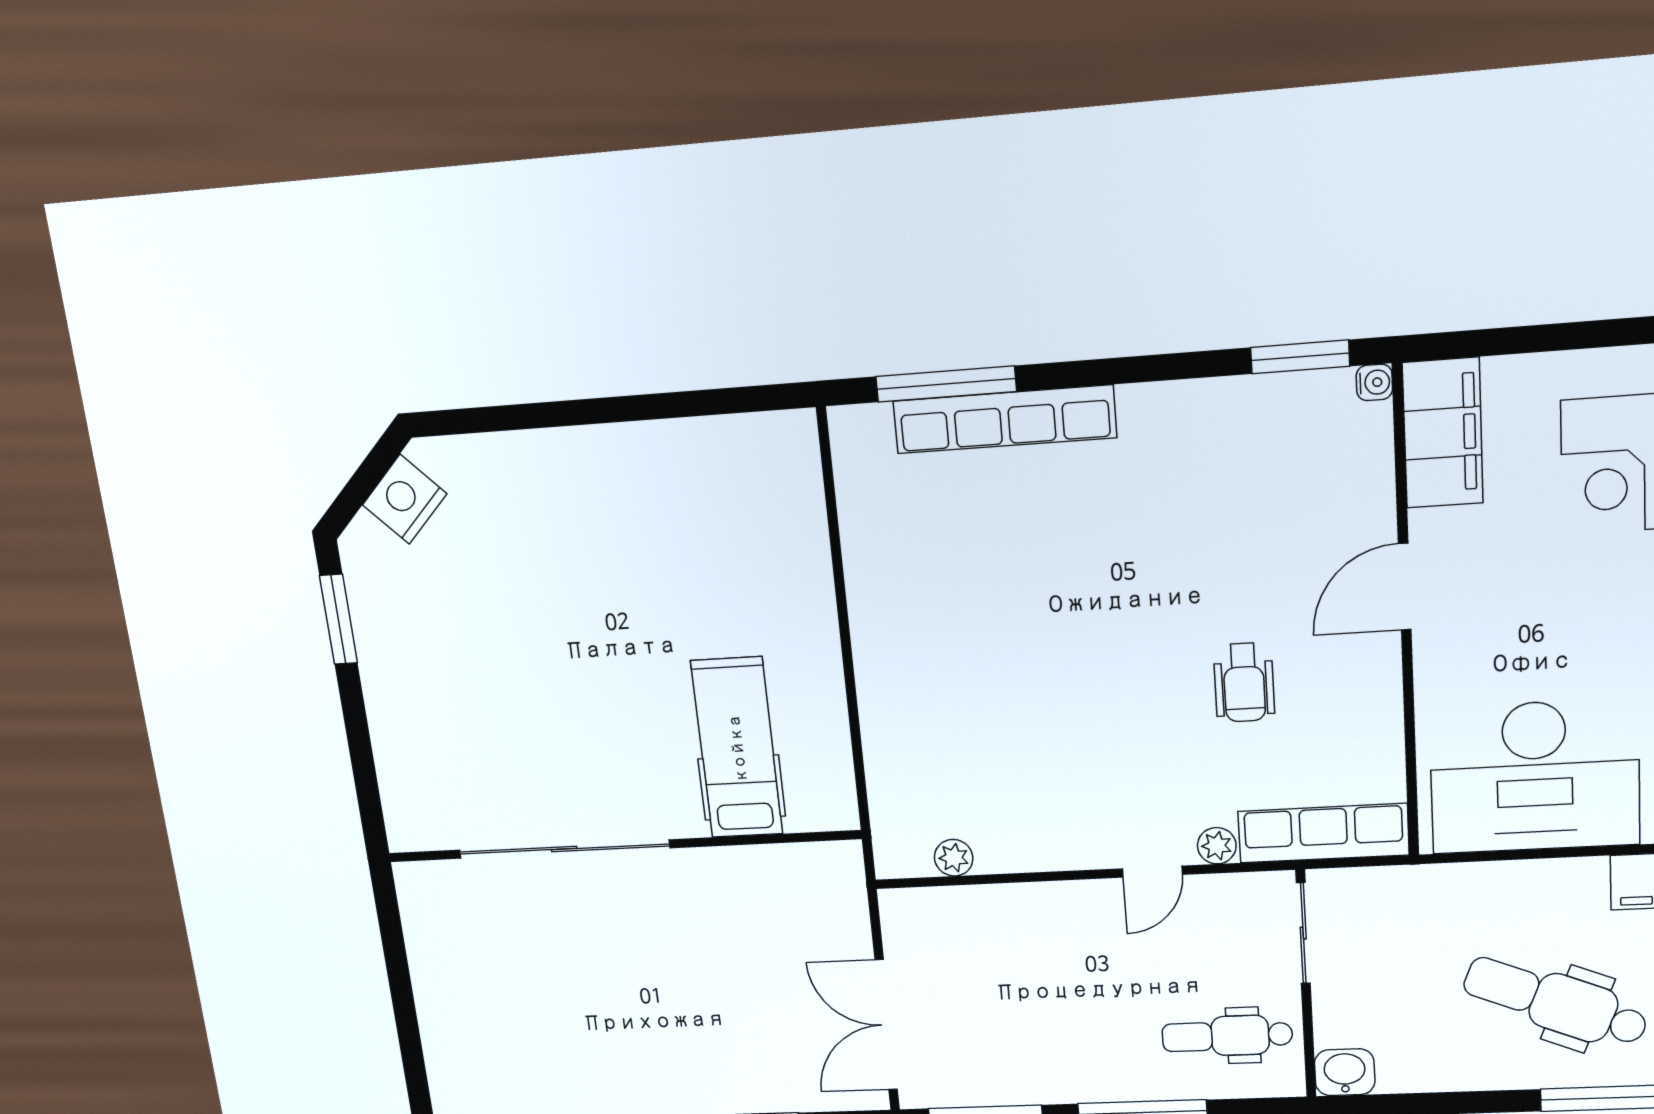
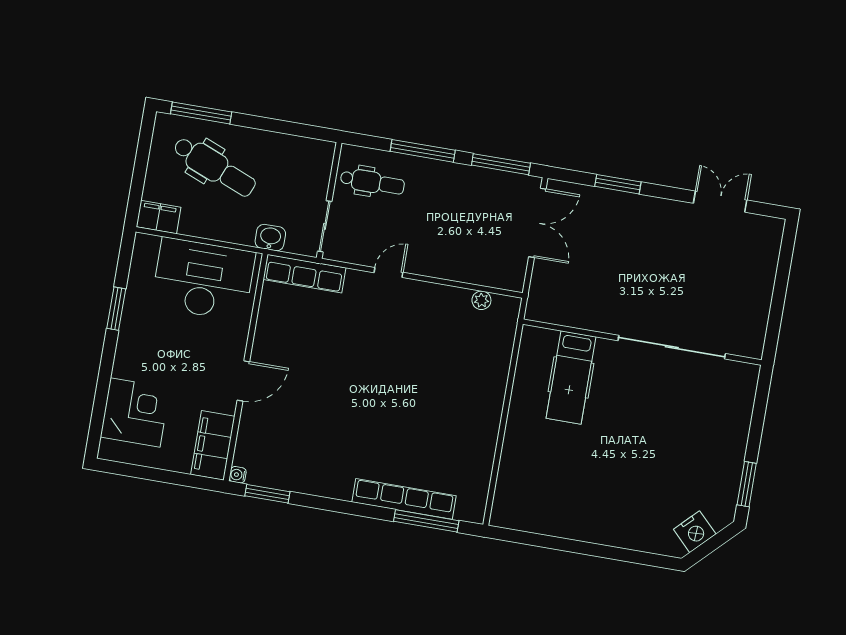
wheelchair: (1244, 682) -> (325, 354), removed
plant: (1217, 846) -> (355, 279), removed
washbasin: (1345, 1072) -> (270, 238), moved, turned 180

